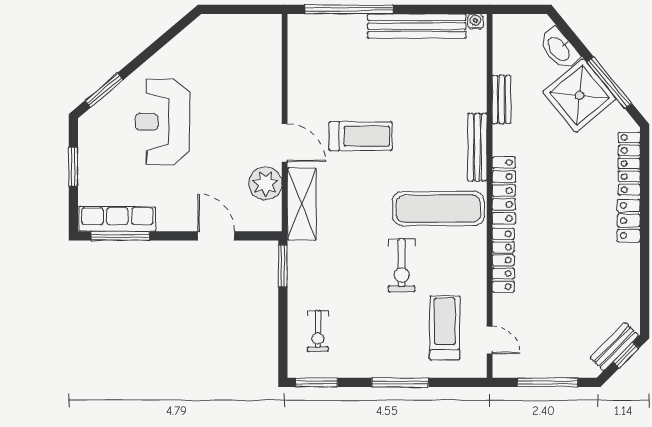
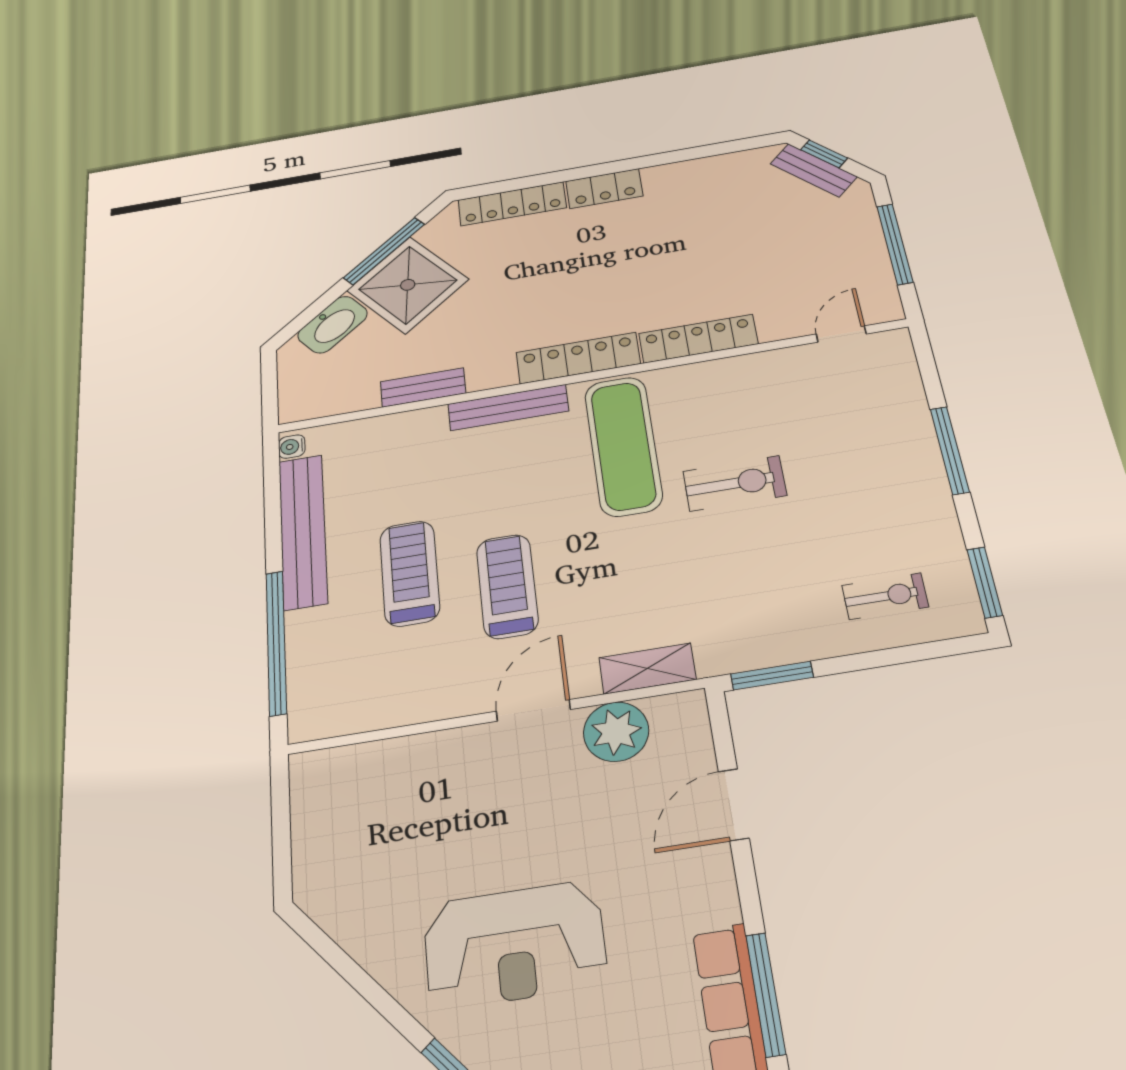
shelving: (302, 204) -> (647, 669), width x0.67, depth x0.75
treadmill: (445, 328) -> (410, 573), moved, turned 90

